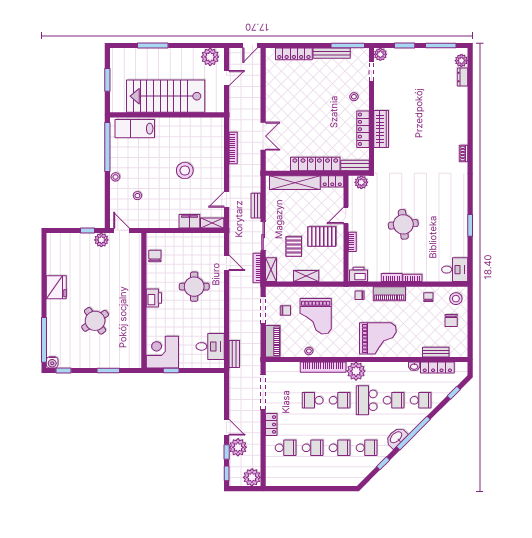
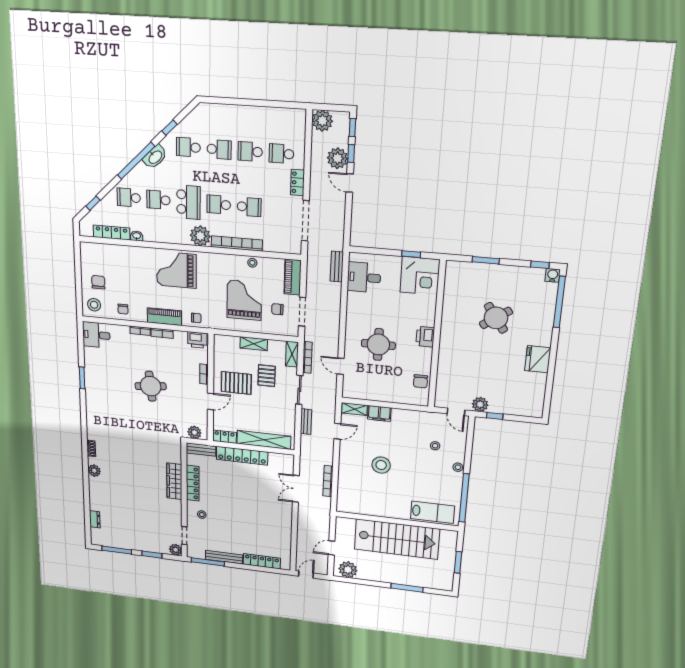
plant: (461, 61) -> (94, 471), moved
bench: (436, 352) -> (114, 250), removed
school desk: (340, 448) -> (219, 149), turned 180

